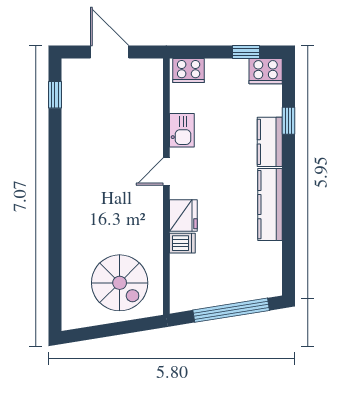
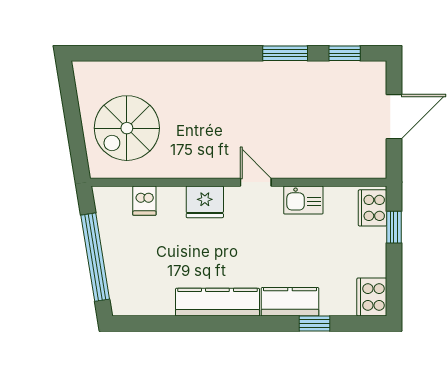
window: (246, 52) -> (394, 227), moved
window: (55, 146) -> (285, 53), added
dishwasher: (182, 243) -> (144, 201), moved

